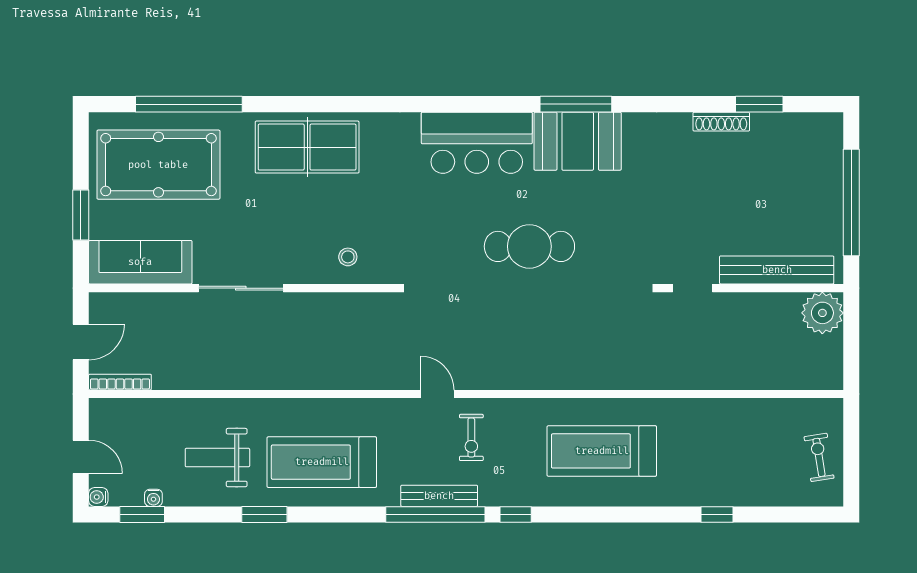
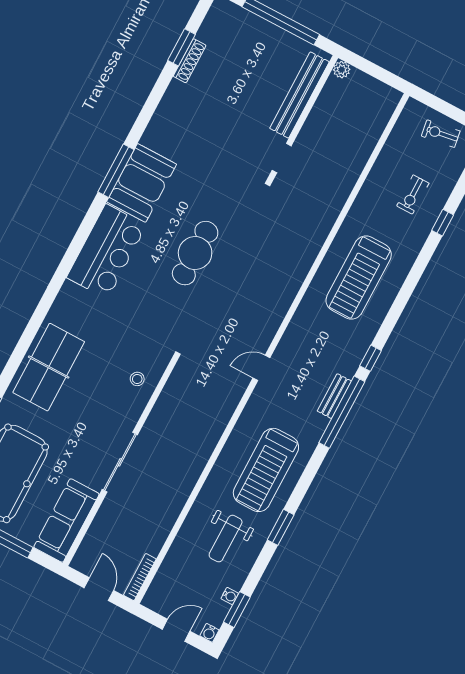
shoe rack: (721, 122) -> (190, 61), moved
plant: (822, 313) -> (342, 70), width x0.53, depth x0.53
exercise bike: (471, 437) -> (413, 195), moved, turned 90
bench: (439, 496) -> (334, 396), width x0.73

